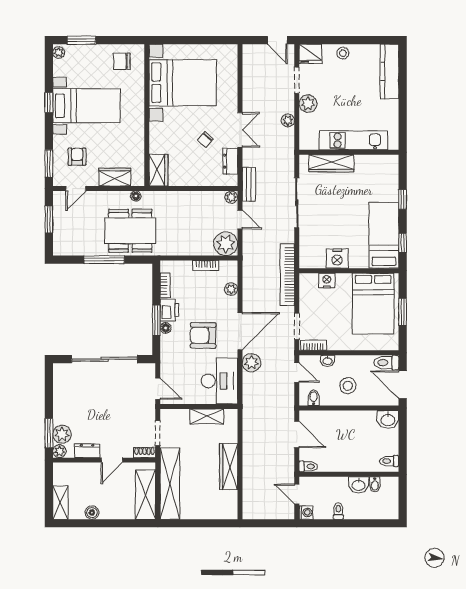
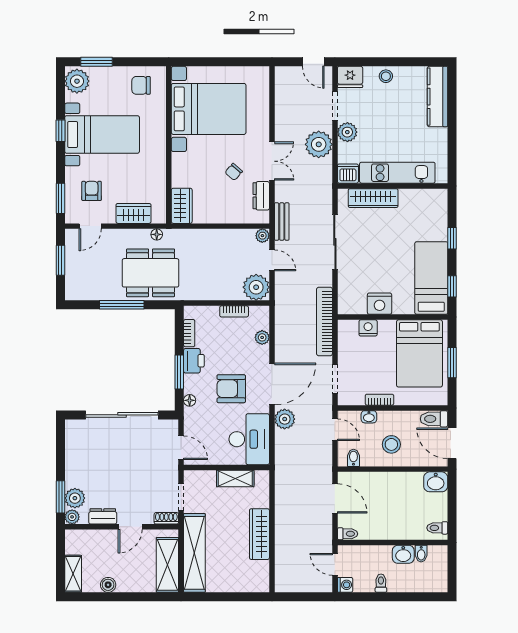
plant: (59, 53) -> (77, 81), width x1.88, depth x1.88
plant: (288, 120) -> (319, 144), width x1.87, depth x1.87
dishwasher: (309, 141) -> (348, 174), added
floor lamp: (166, 328) -> (190, 400), moved
bookcase: (314, 345) -> (379, 400), moved

